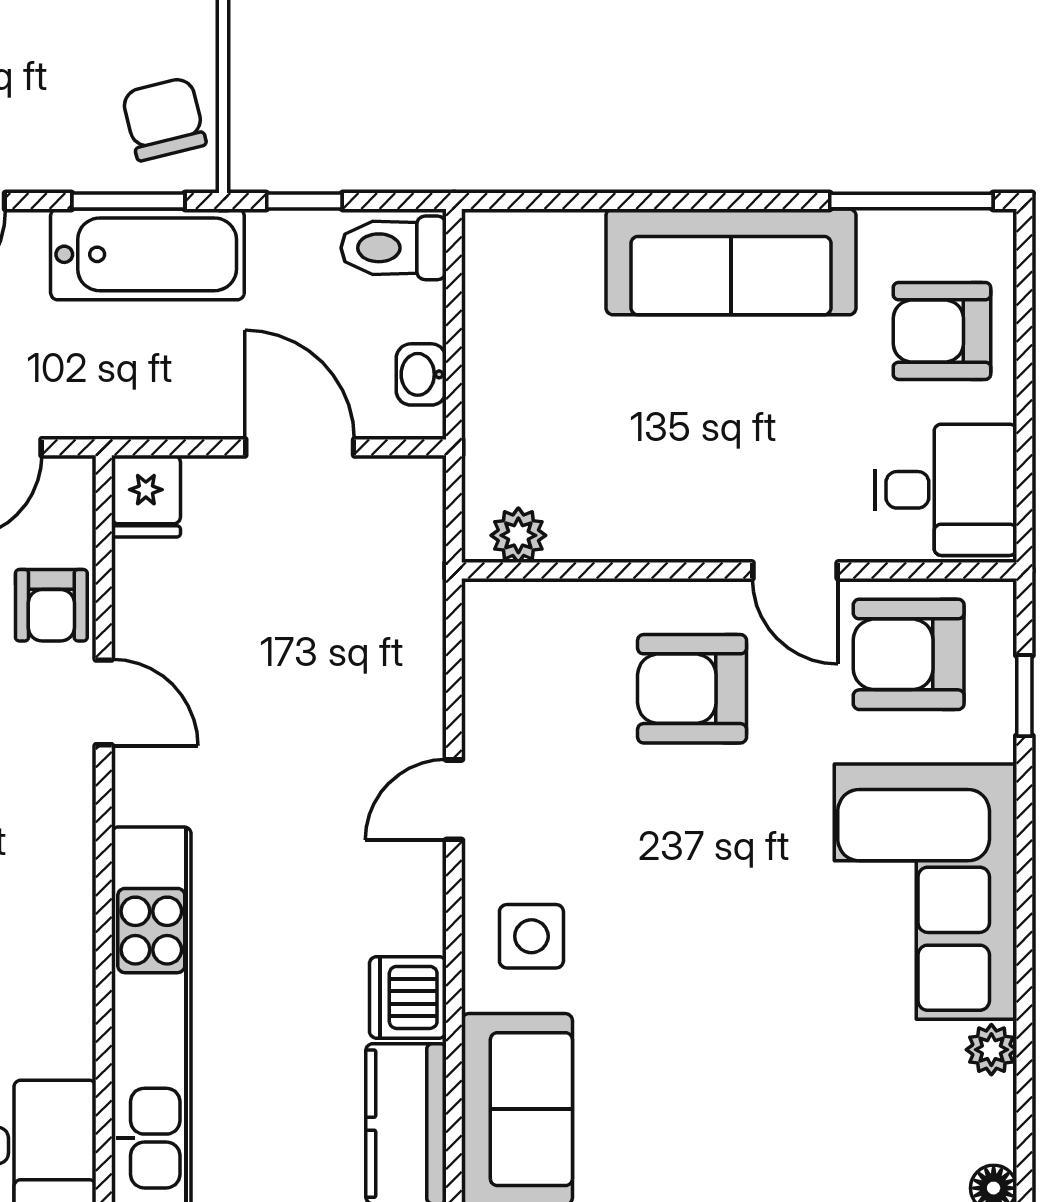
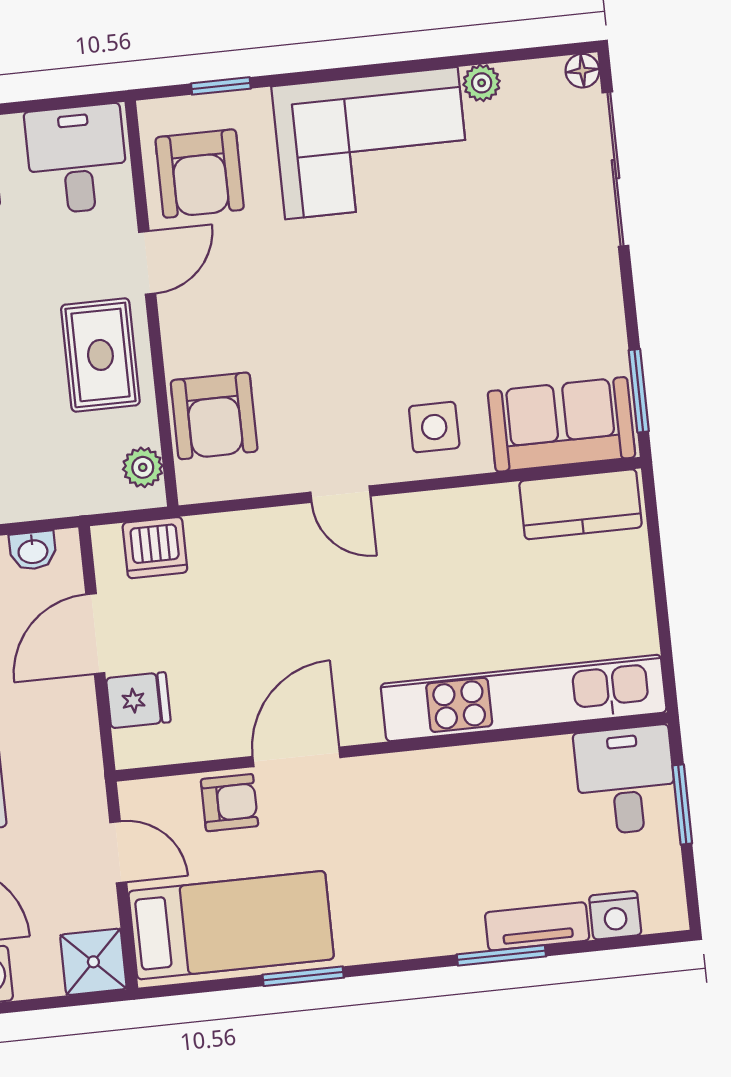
rug: (677, 494) -> (100, 355), added
fridge: (146, 496) -> (138, 700), moved
armchair: (692, 689) -> (214, 416), moved
door: (104, 702) -> (296, 757), width x1.38
dishwasher: (408, 997) -> (155, 548), moved

